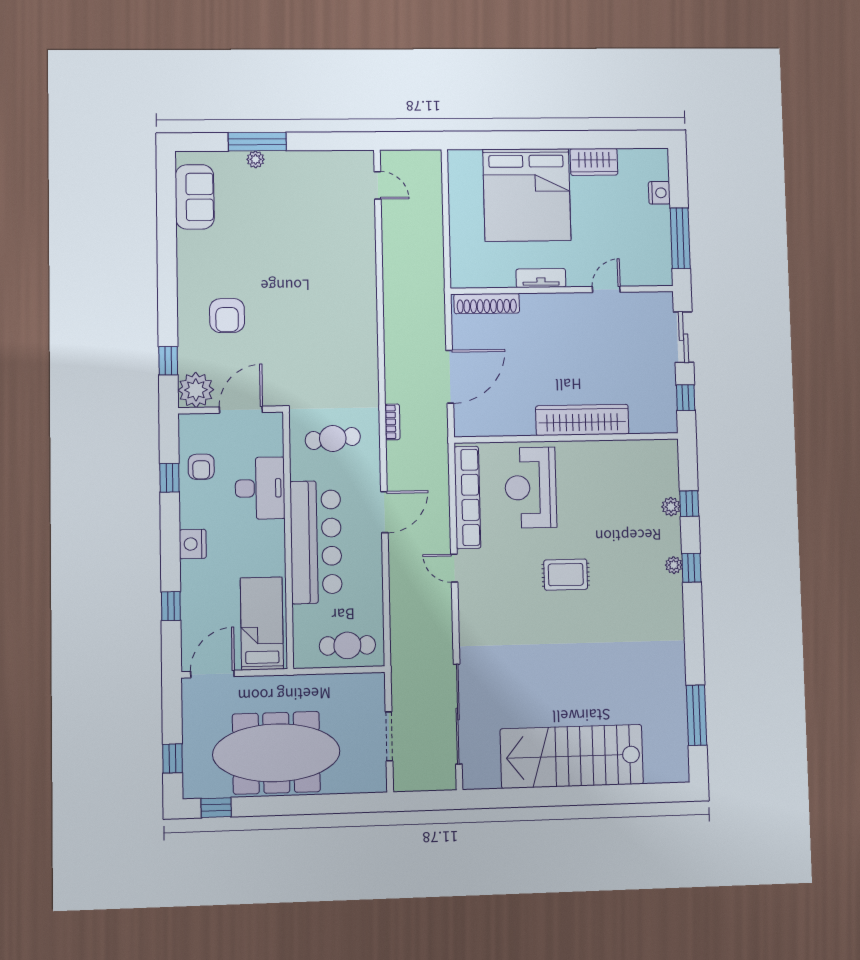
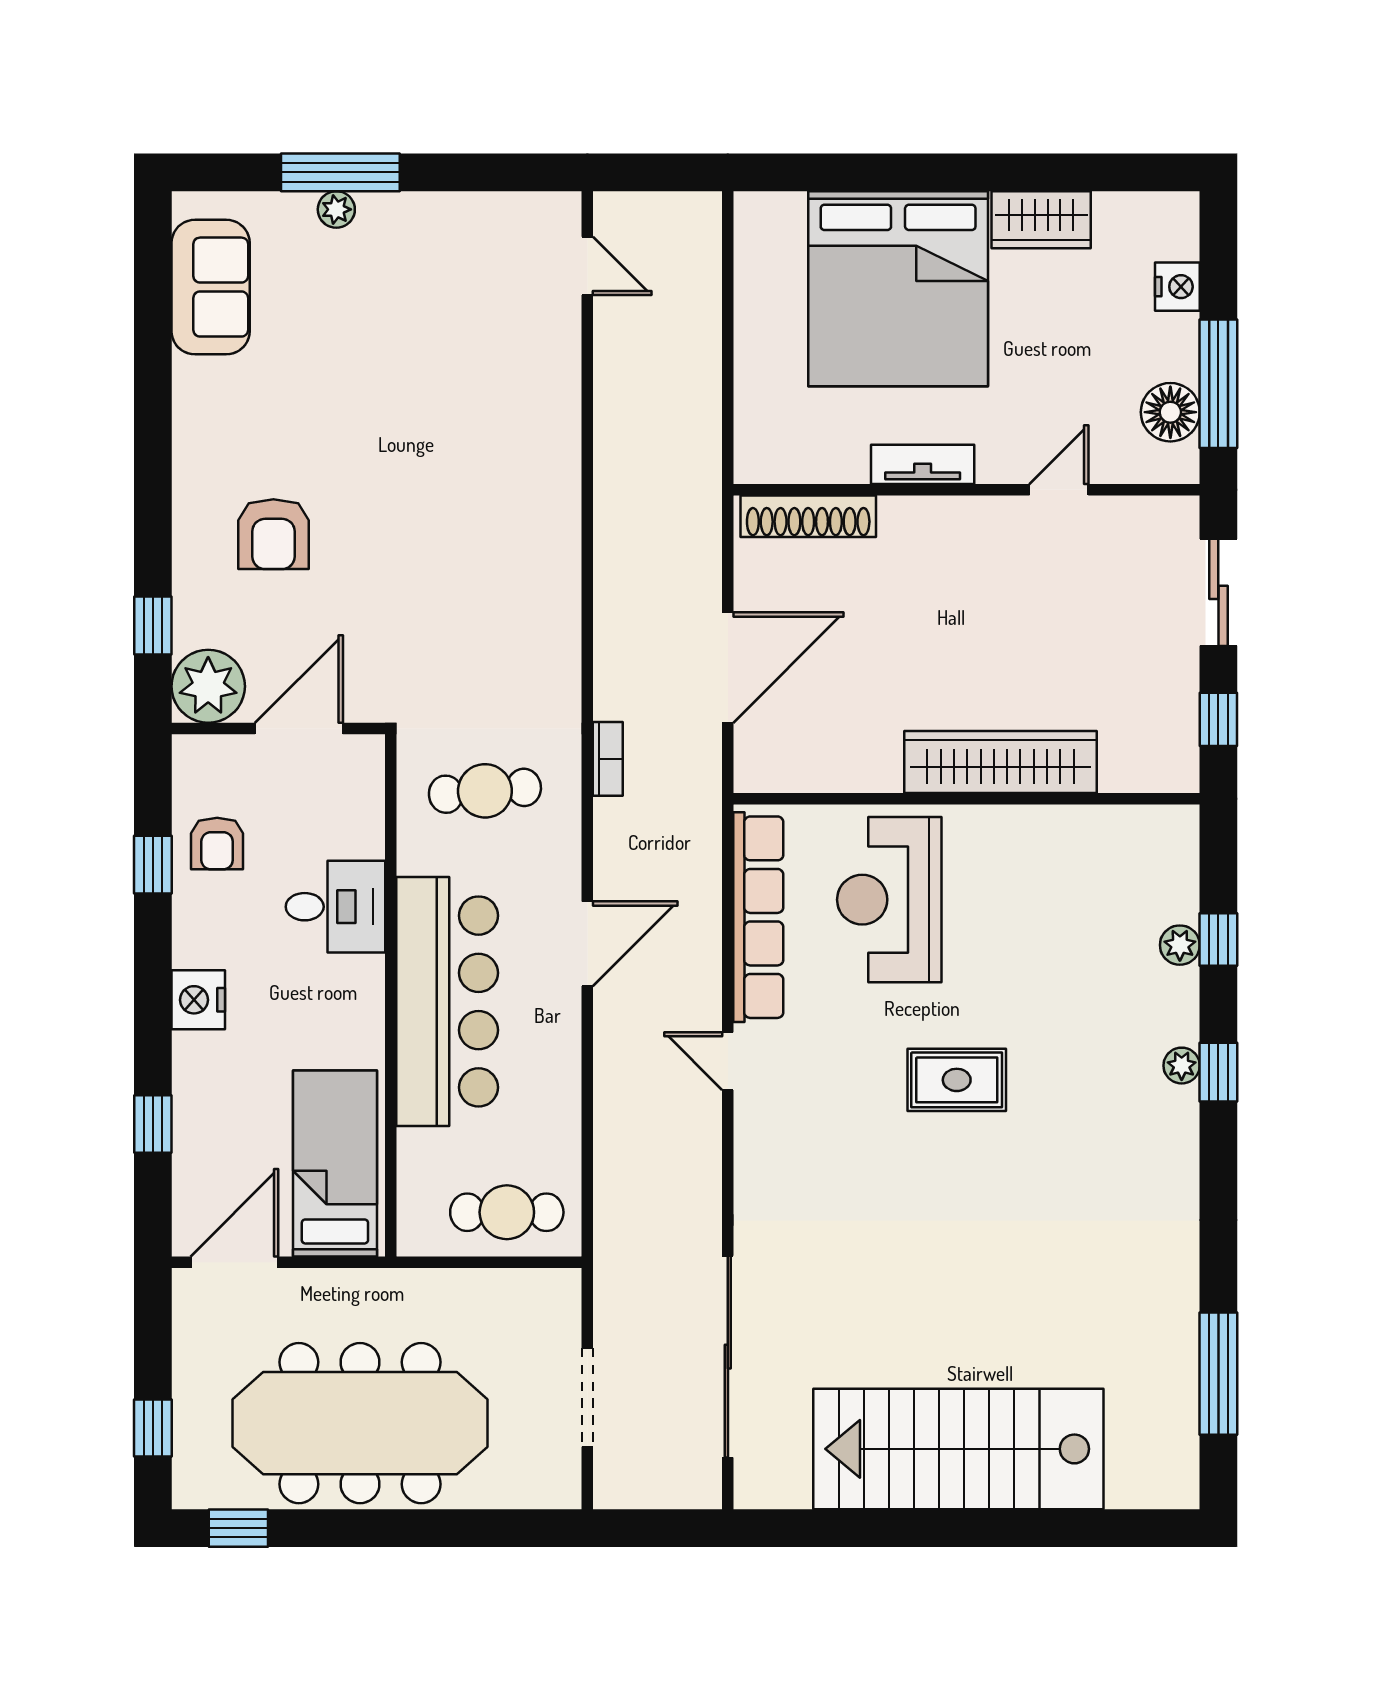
floor lamp: (658, 252) -> (1170, 412), added
desk: (260, 488) -> (335, 907), width x0.73

